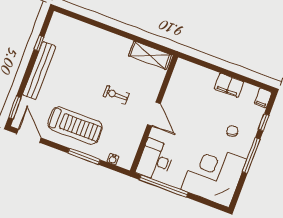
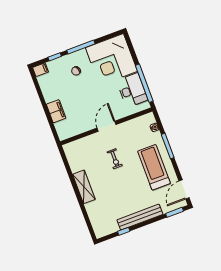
shelving: (150, 55) -> (84, 187), moved
filing cabinet: (229, 85) -> (56, 111), moved
desk: (155, 160) -> (132, 90), moved, turned -90

